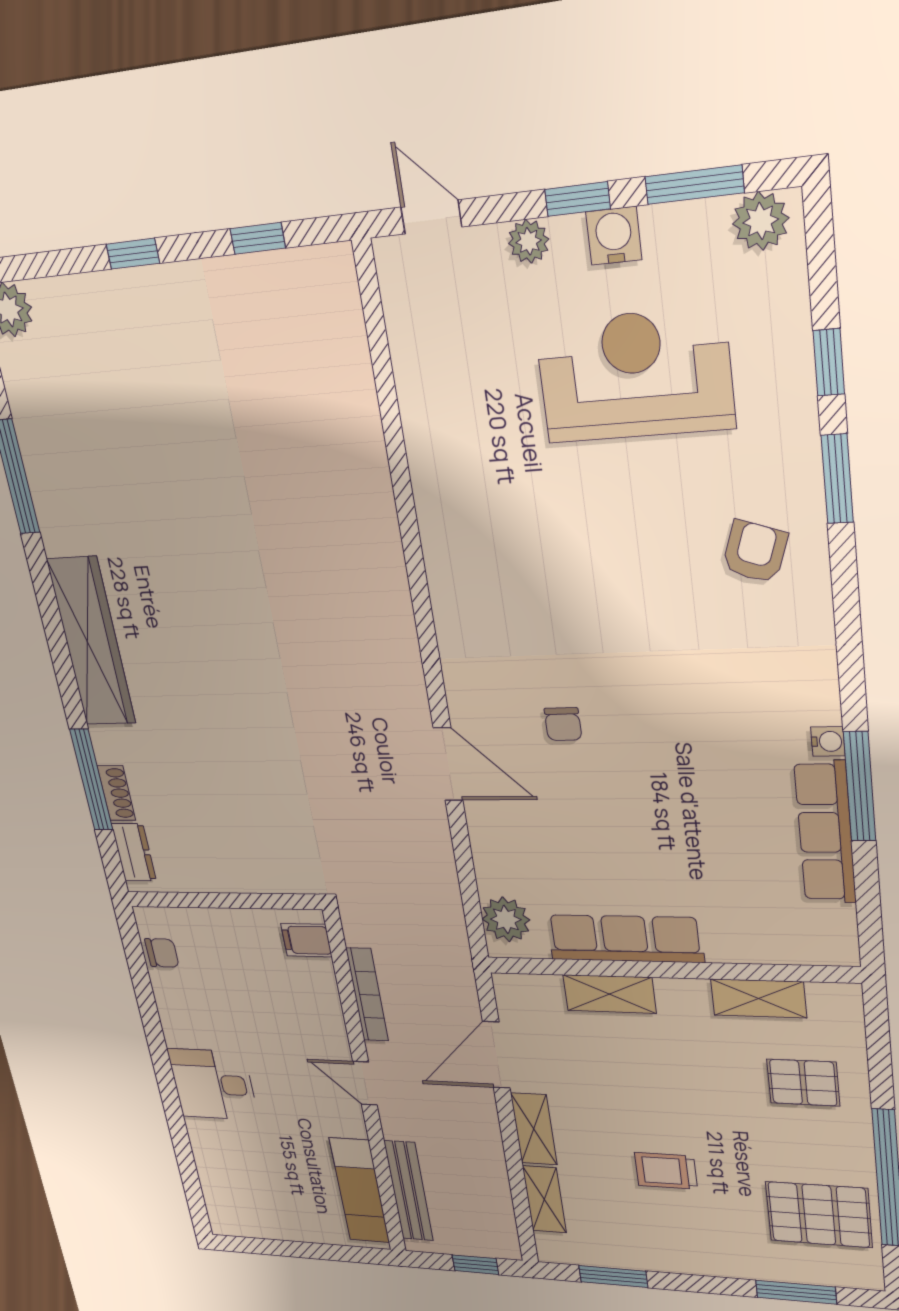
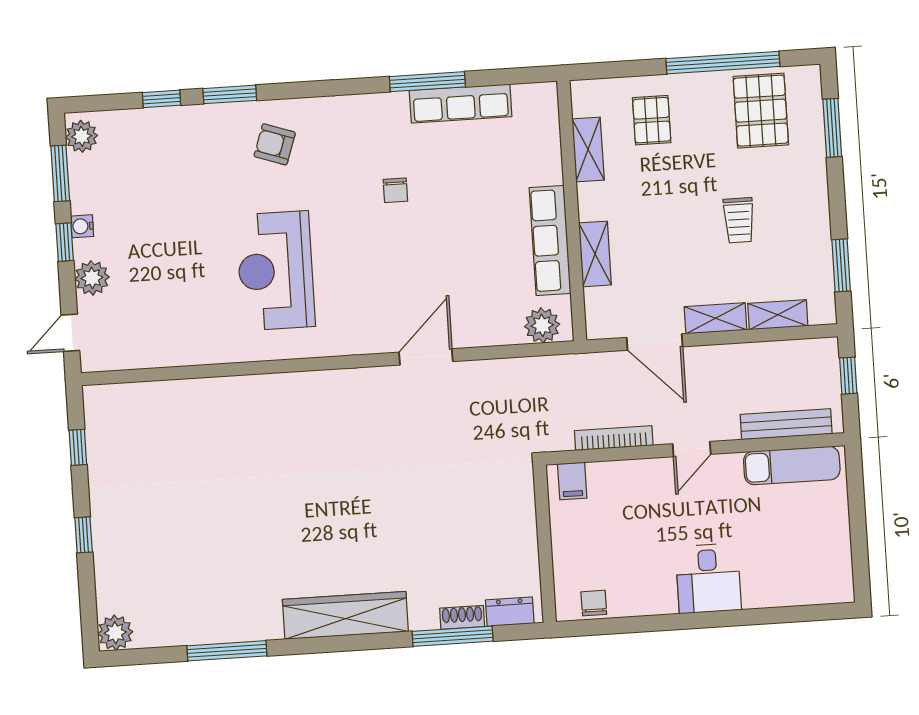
water cooler: (614, 236) -> (82, 226), width x0.72, depth x0.72
plant: (529, 241) -> (92, 278), width x1.38, depth x1.38
reception desk: (635, 375) -> (276, 271), moved
chair: (563, 724) -> (395, 190), moved, turned 90
water cooler: (828, 741) -> (397, 101), removed

